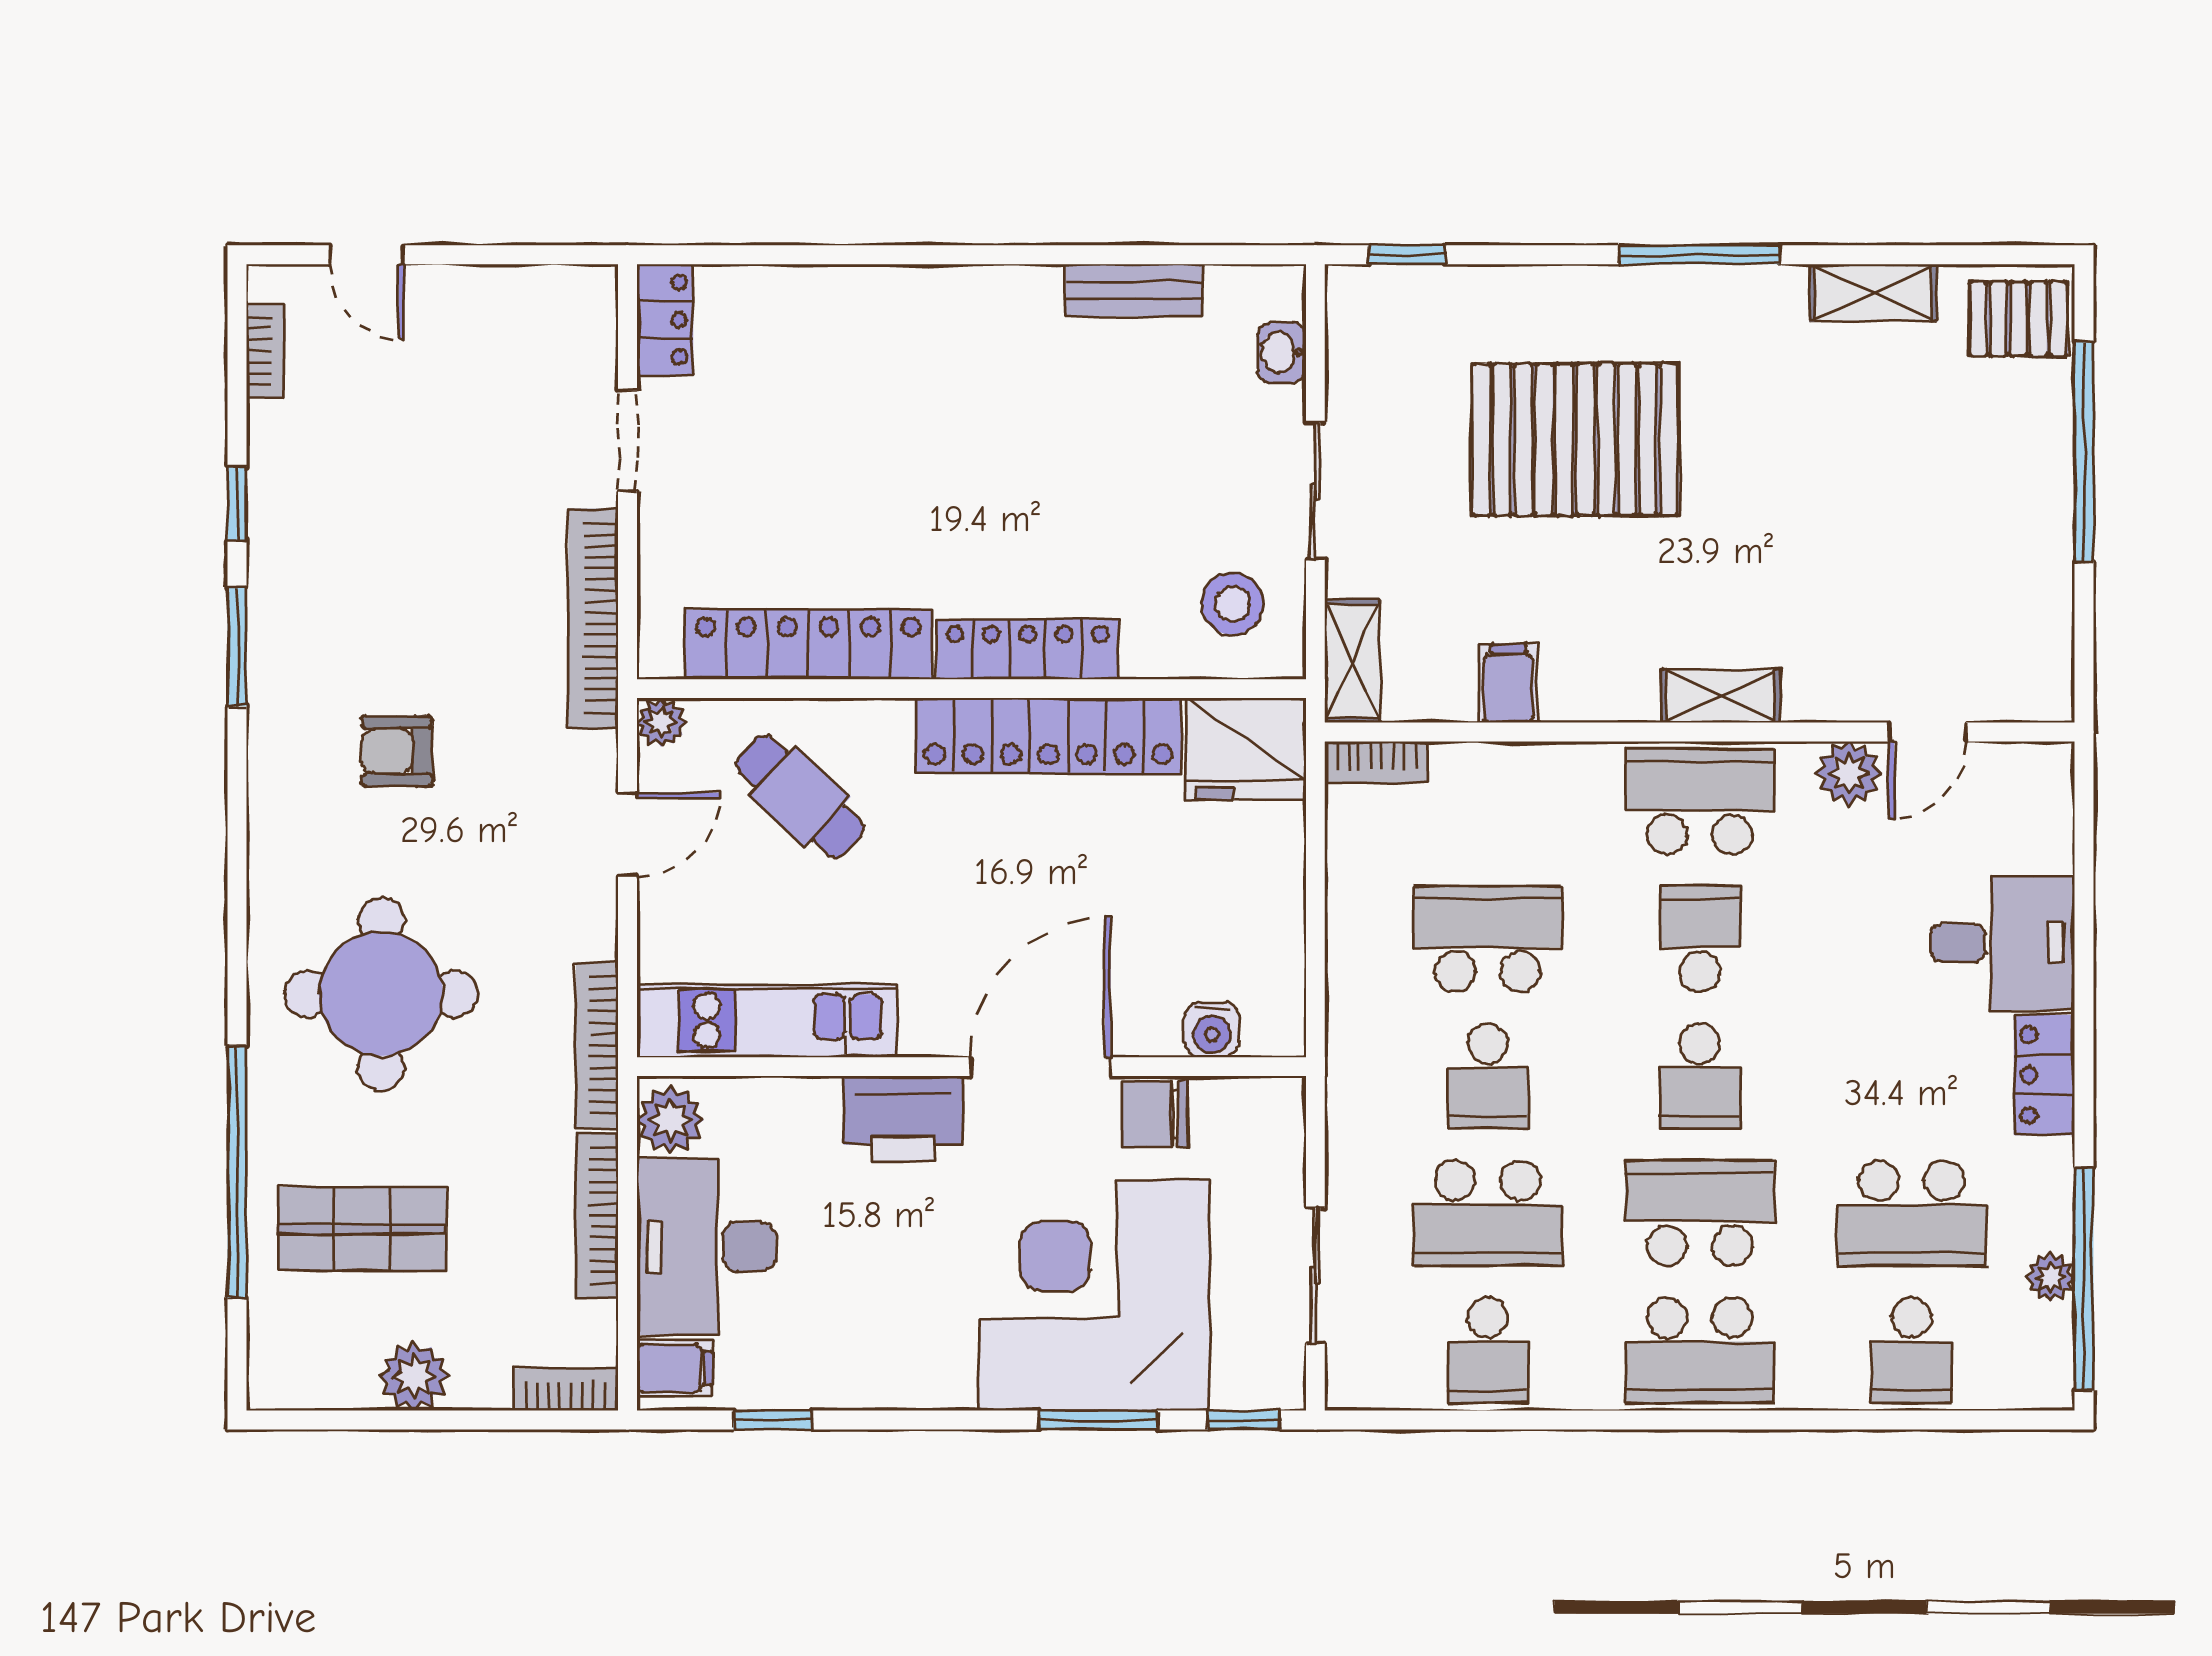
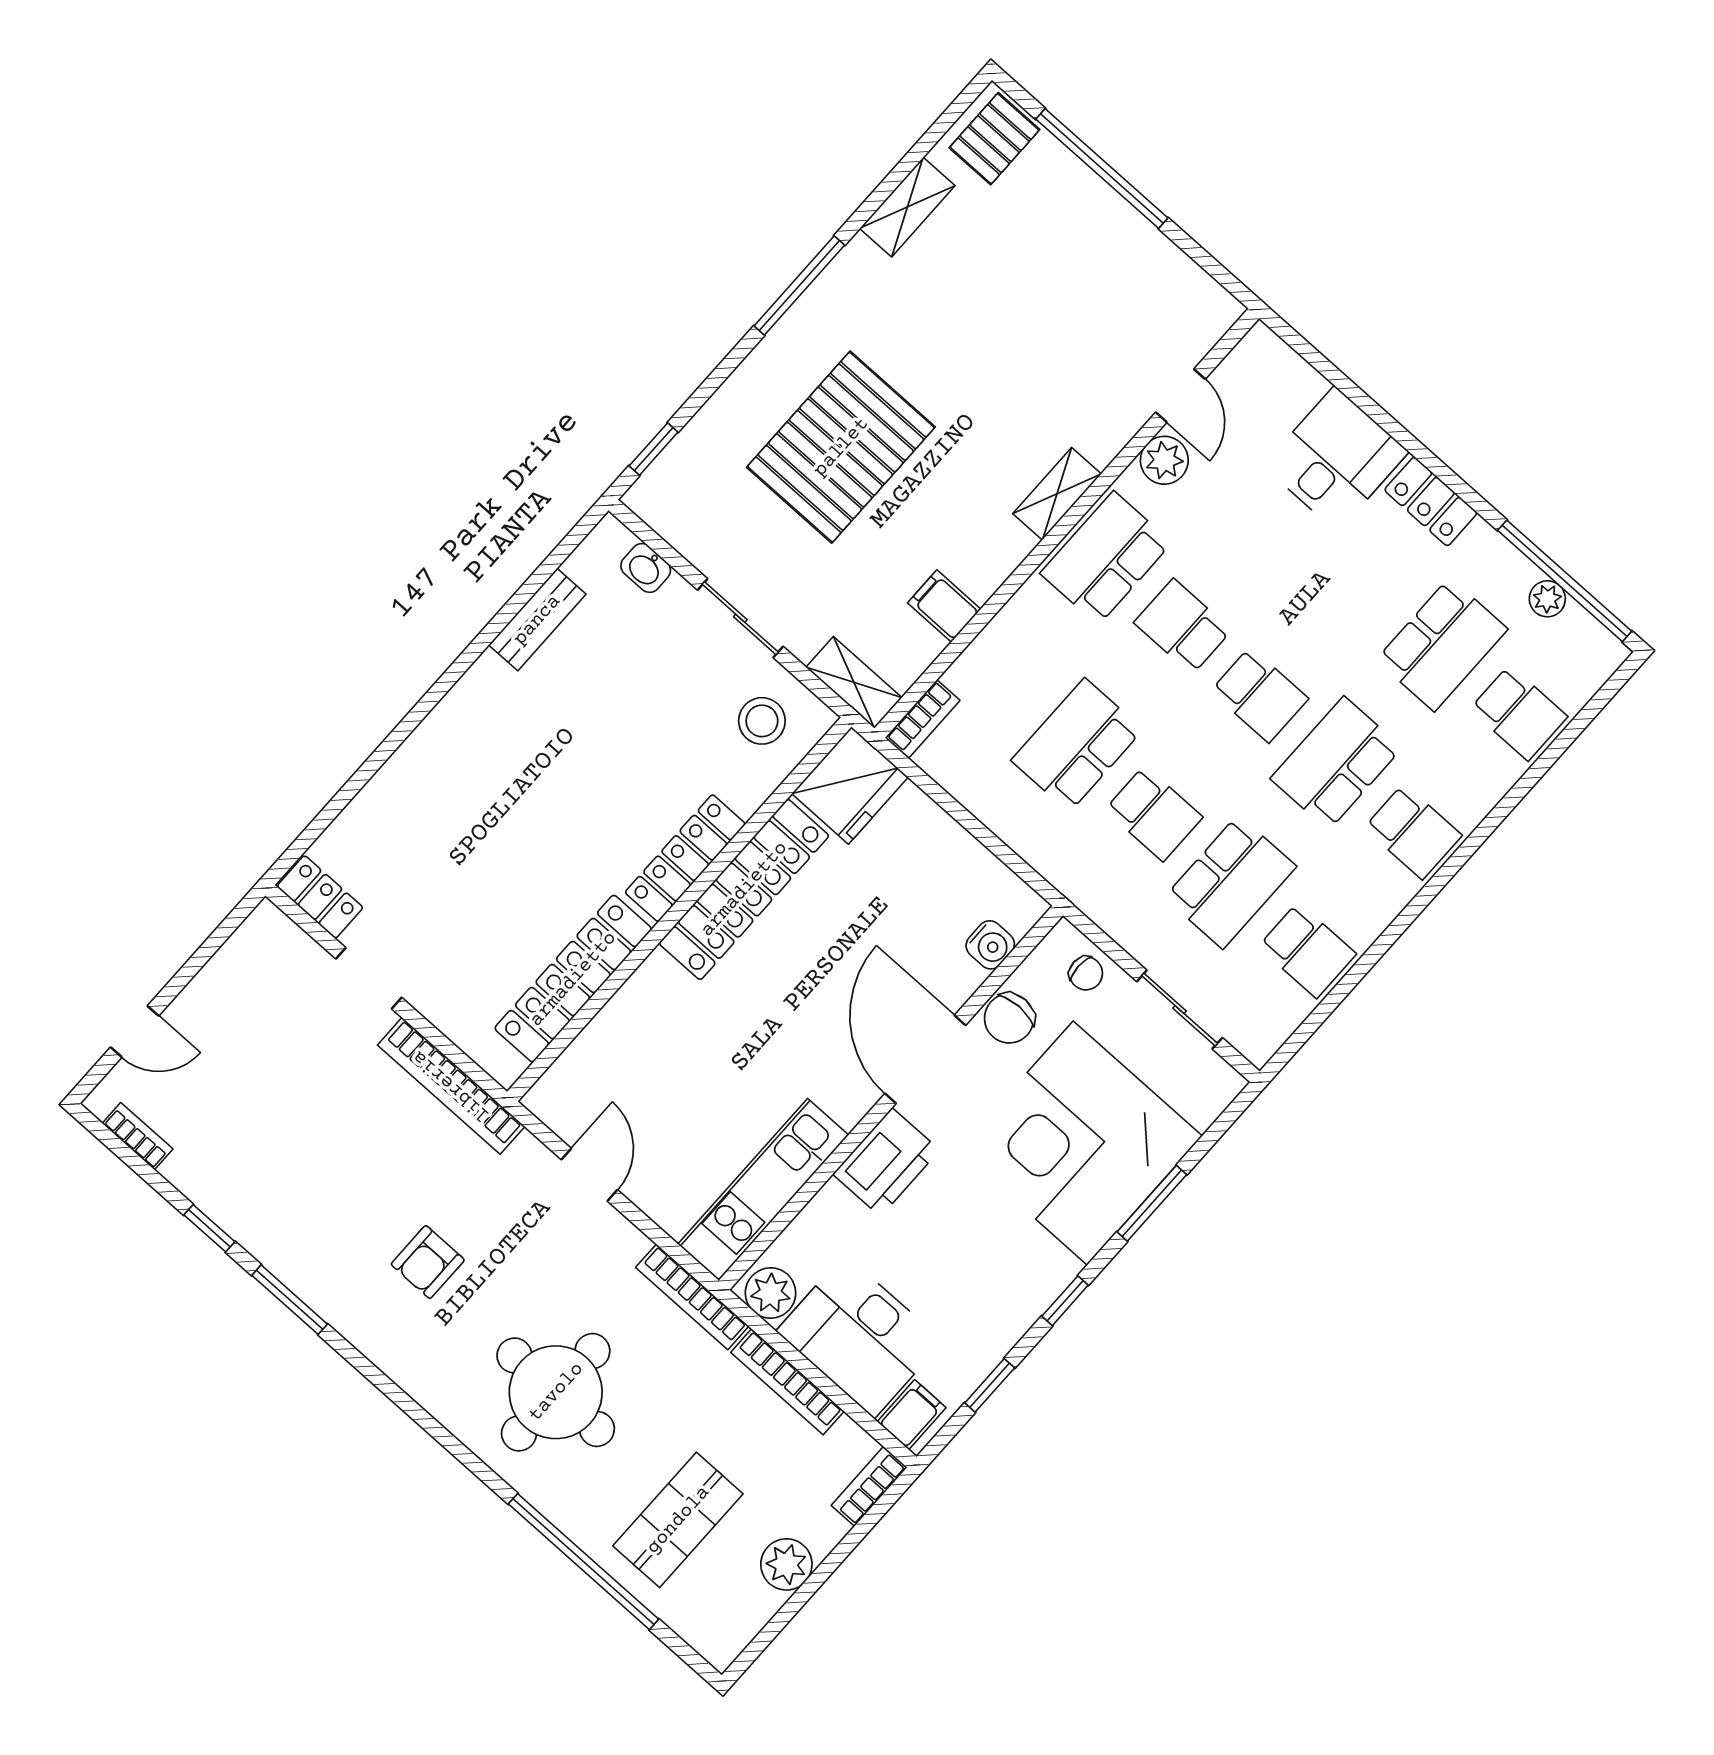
plant: (661, 722) -> (543, 1100), removed
cafe table: (800, 797) -> (654, 1059), removed
chair: (1268, 1150) -> (1086, 973), added
school desk: (1700, 1350) -> (1413, 832), width x0.54
window: (1243, 1420) -> (1065, 1301), moved

